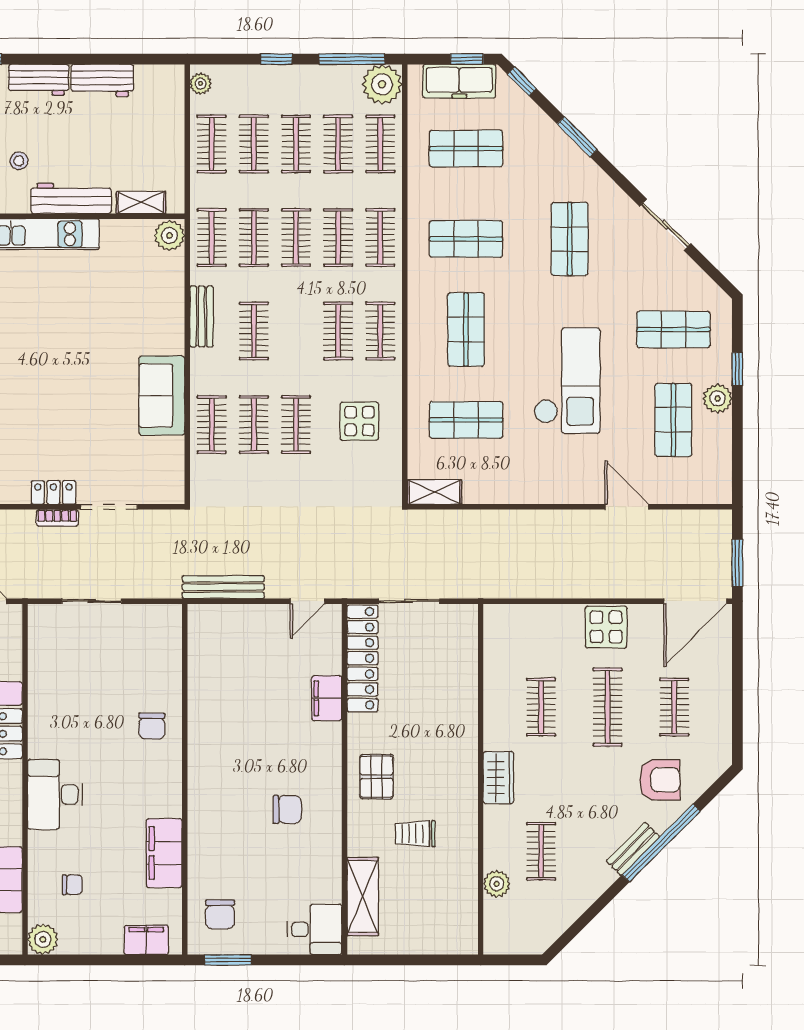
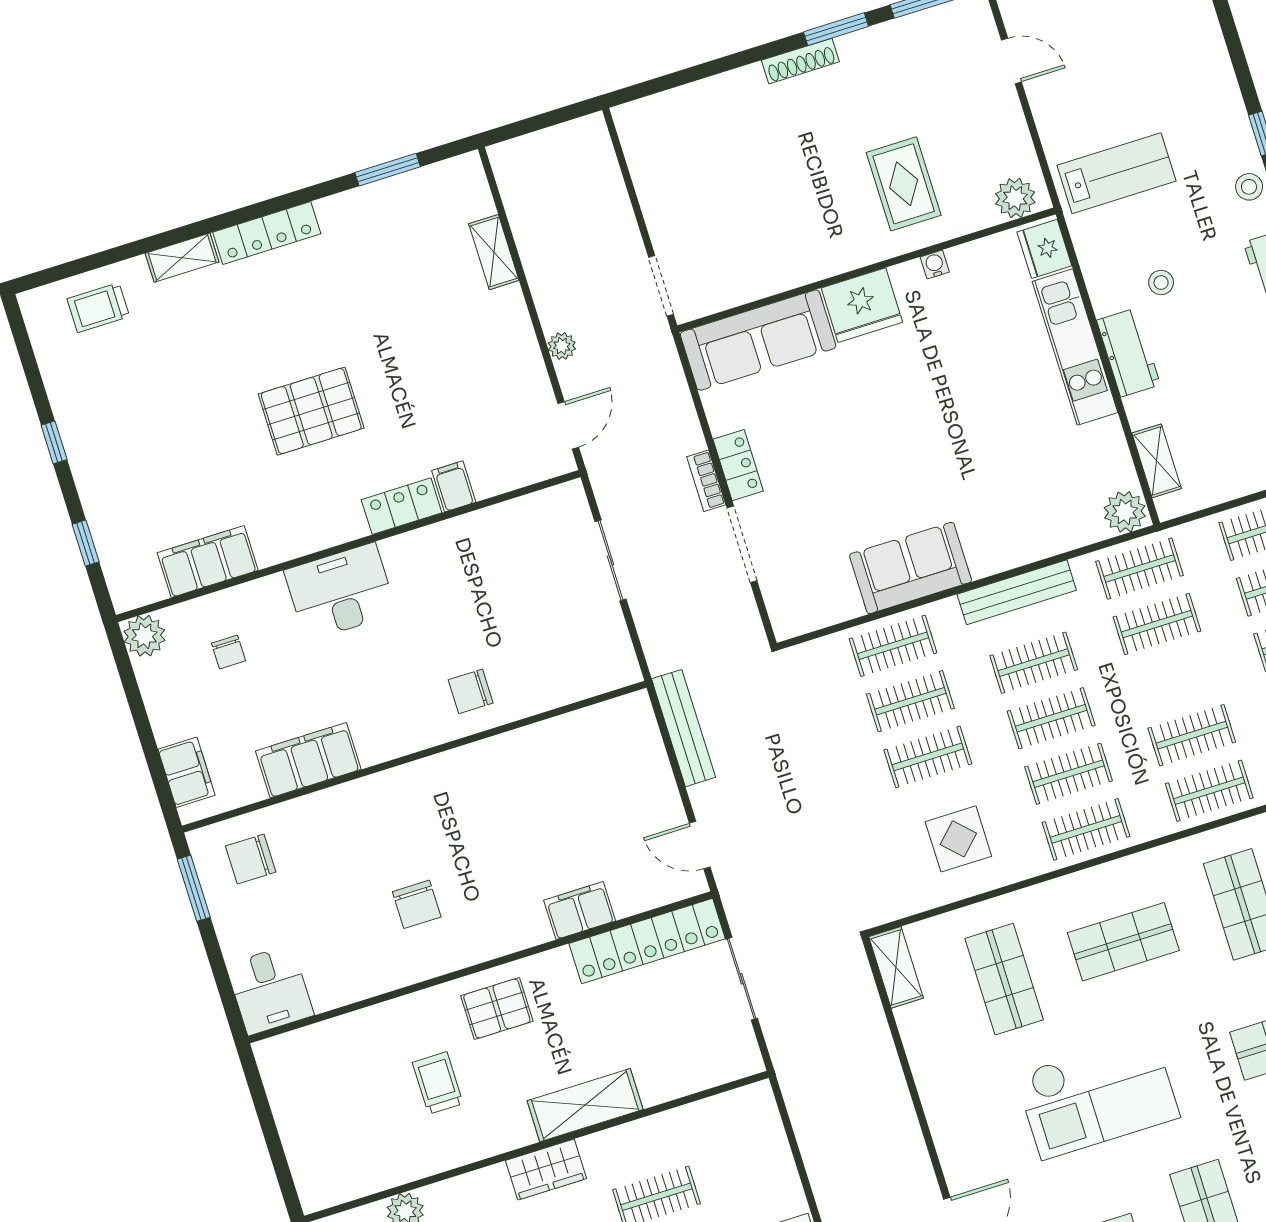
workbench: (71, 198) -> (1128, 352), width x0.73
clothes rail: (296, 237) -> (1051, 718), moved
bench: (202, 316) -> (1017, 592), width x1.36
shelving: (363, 897) -> (585, 1105), moved

